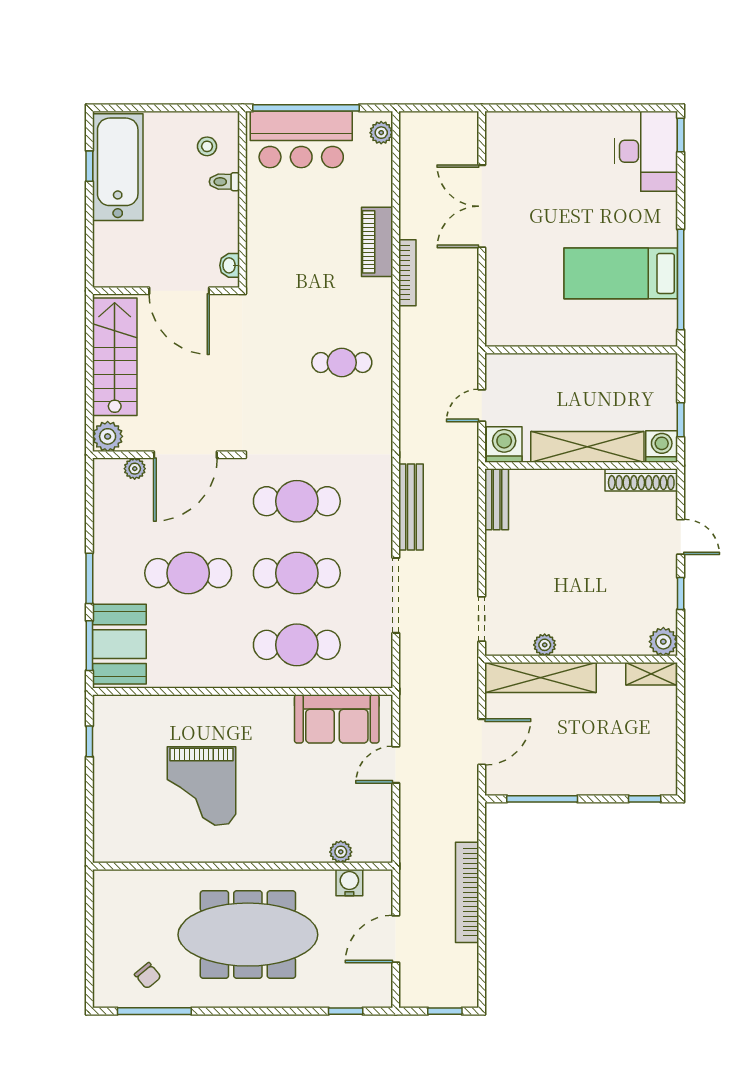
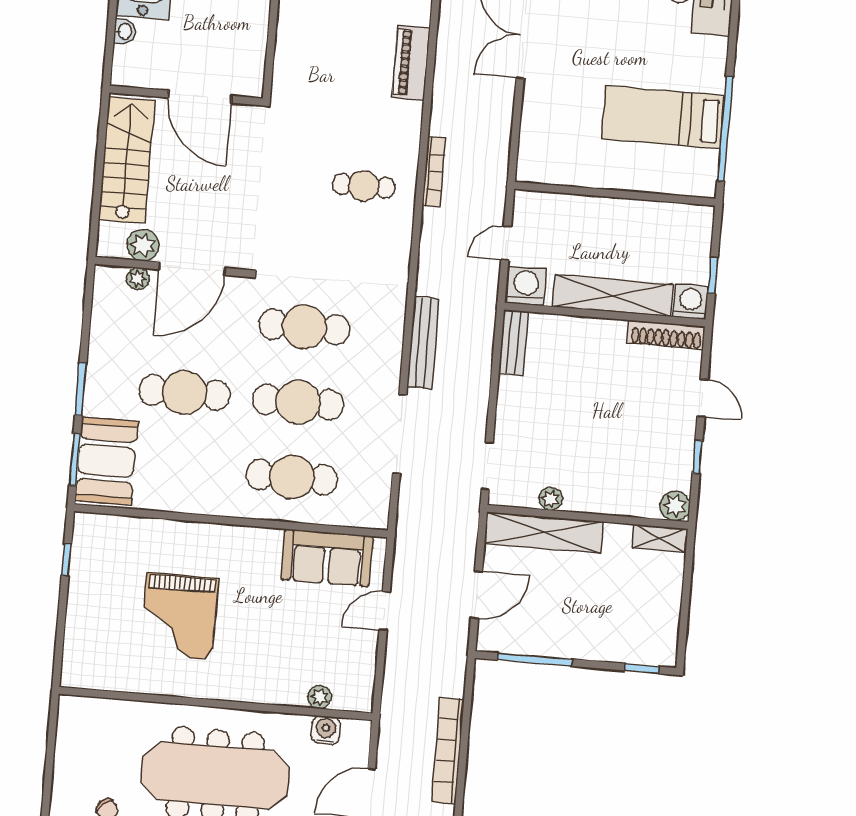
washbasin: (230, 265) -> (124, 31), moved, turned 180
bookcase: (407, 273) -> (434, 172), moved
plant: (108, 436) -> (143, 245), moved

